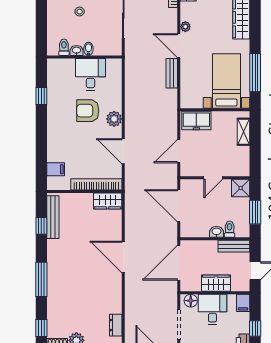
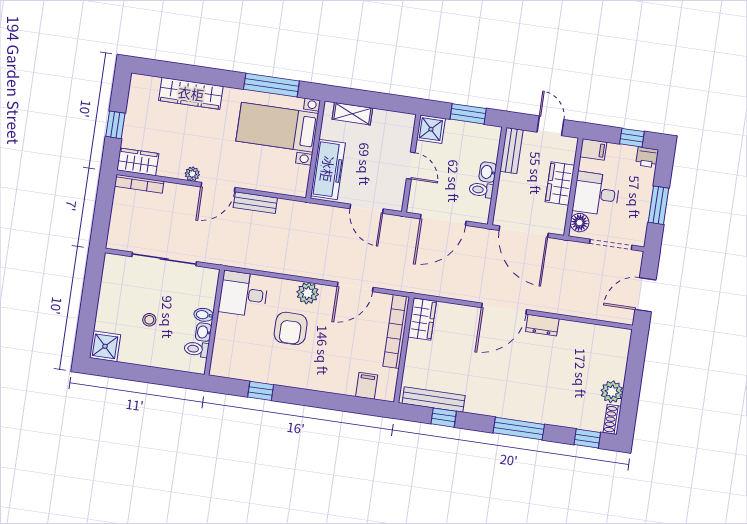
desk: (91, 74) -> (243, 294), moved
freezer: (196, 120) -> (328, 169), width x1.40
toilet: (230, 229) -> (481, 190), moved
dresser: (116, 325) -> (542, 325), moved

